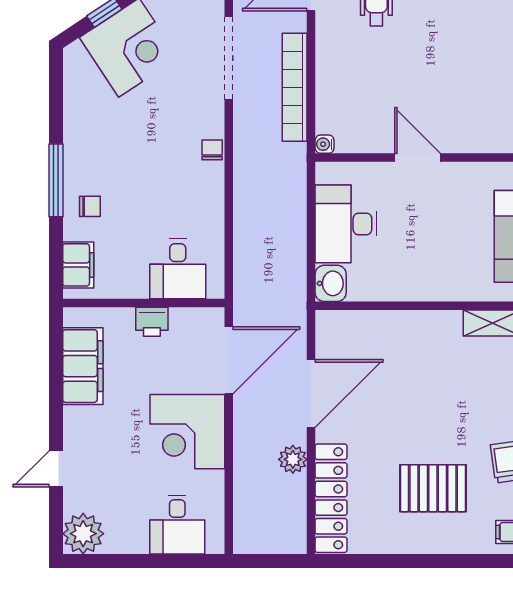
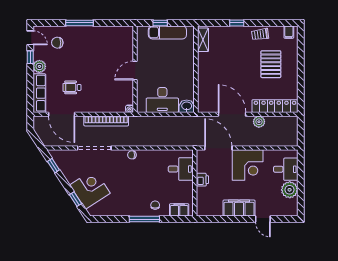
filing cabinet: (83, 366) -> (239, 208), moved
plant: (83, 534) -> (290, 190), moved

